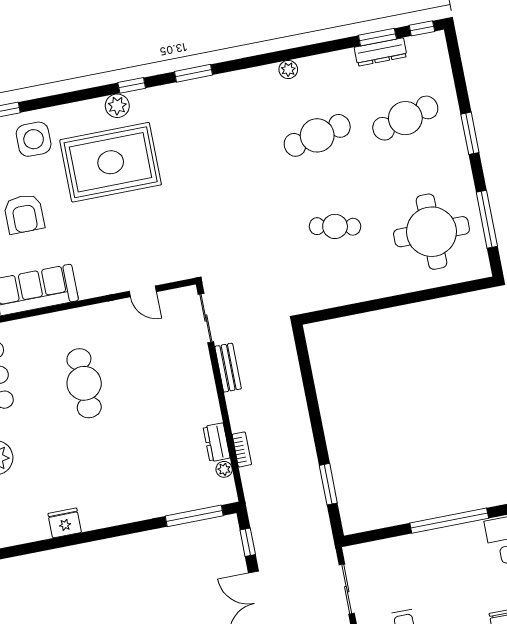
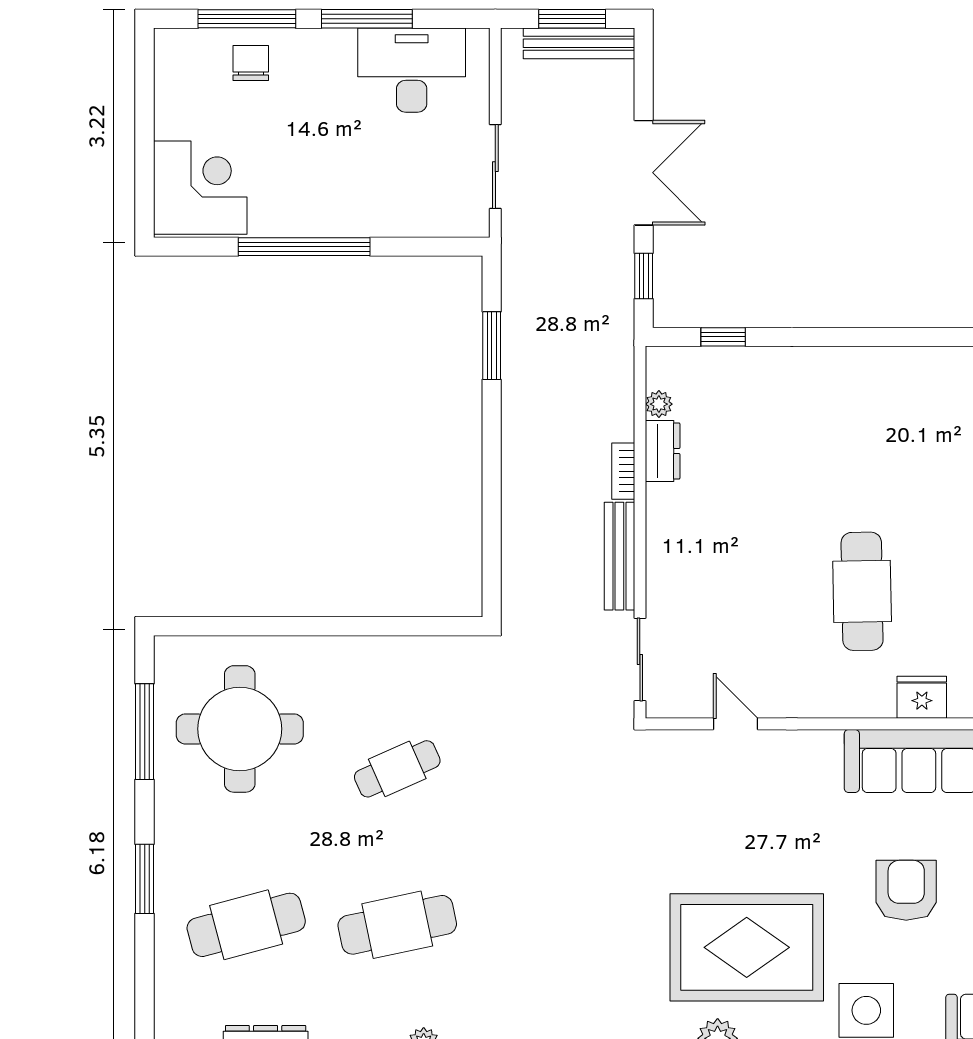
cafe table: (335, 226) -> (397, 769), turned -36
bench: (228, 368) -> (619, 556), width x1.36
bookcase: (242, 449) -> (623, 471), moved
window: (194, 516) -> (723, 337), width x0.46
fridge: (65, 523) -> (922, 697), moved, turned 180

